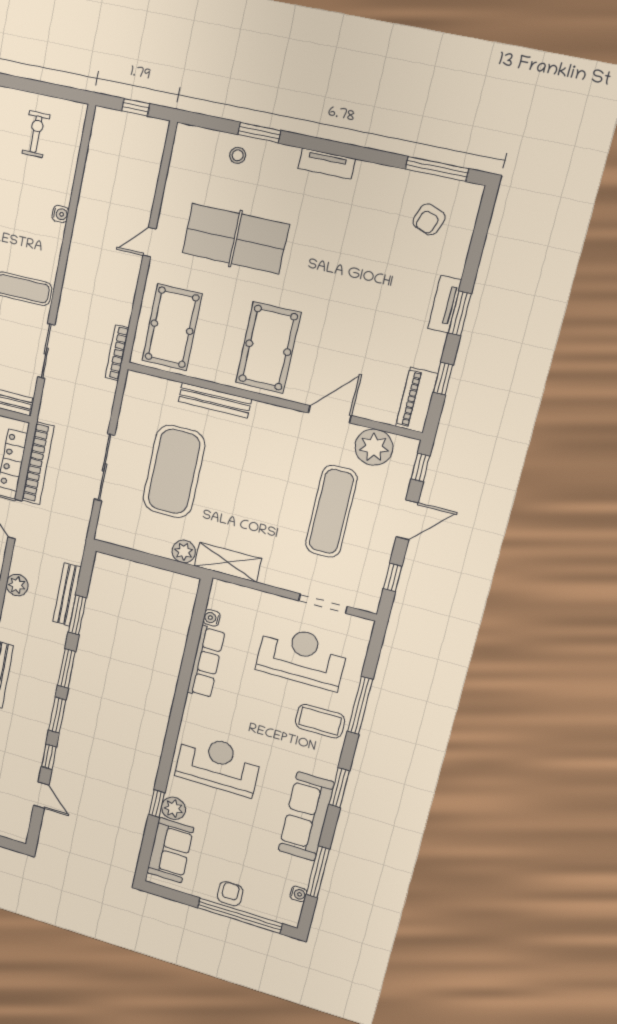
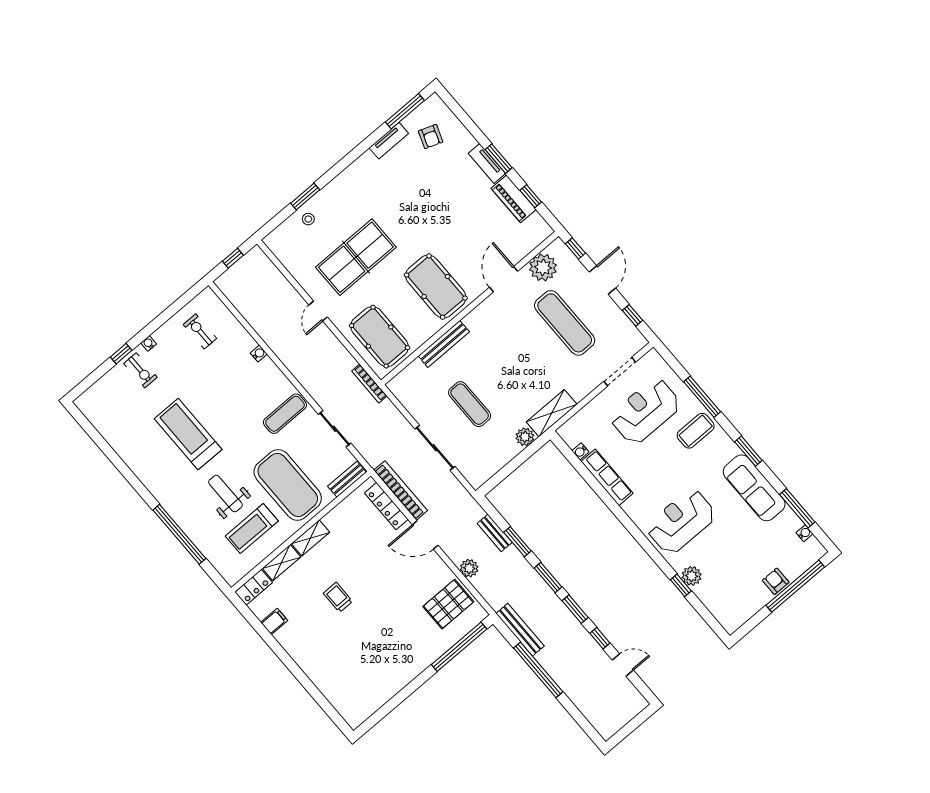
tv unit: (327, 164) -> (389, 141), moved
piano: (417, 400) -> (514, 199), moved
exercise mat: (174, 472) -> (470, 404), width x0.50, depth x0.69
bench: (67, 594) -> (495, 533), width x0.73
sofa: (170, 850) -> (719, 601), removed

